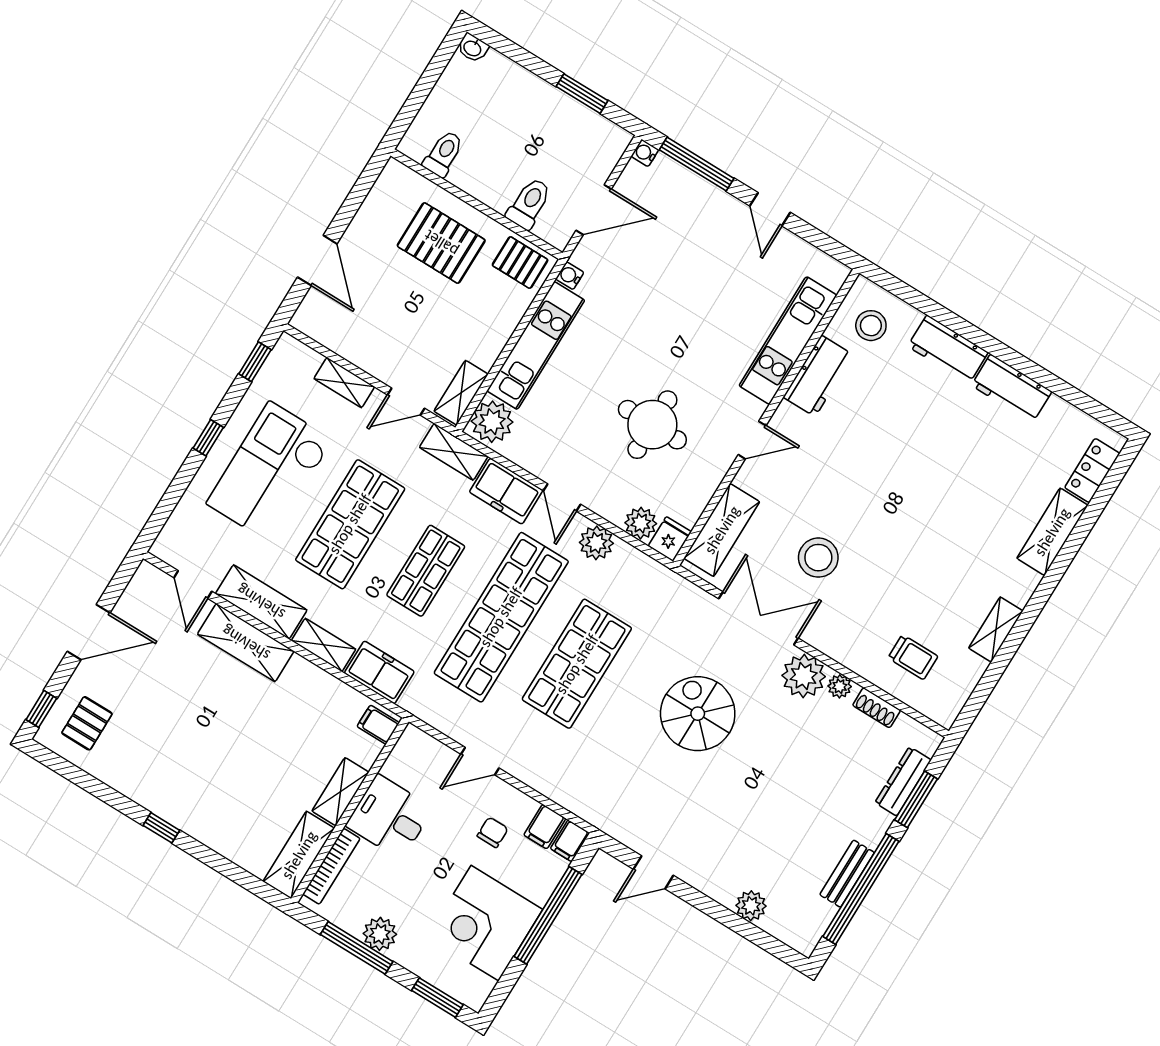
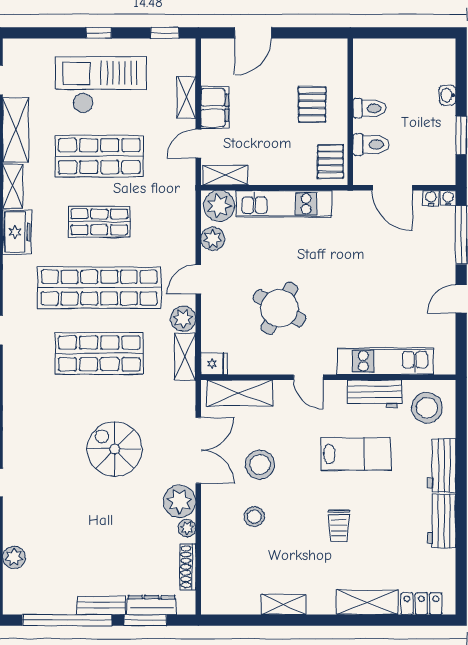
washbasin: (473, 48) -> (447, 95), moved
toilet: (443, 154) -> (369, 108), moved
pallet: (441, 243) -> (312, 104), width x0.67, depth x0.71
water cooler: (570, 276) -> (431, 198), moved
stool: (871, 326) -> (427, 408), width x1.38, depth x1.38
filing cabinet: (376, 357) -> (215, 108), added
door: (406, 402) -> (198, 144), hinge flipped
round table: (652, 425) -> (279, 308), turned 30
lab bench: (874, 440) -> (356, 454), added
shelving: (454, 452) -> (185, 357), moved
freezer: (506, 491) -> (181, 242), removed
plant: (641, 523) -> (213, 239), moved
stool: (874, 601) -> (254, 517), added
trolley: (913, 657) -> (339, 526), moved
shoe rack: (877, 708) -> (188, 567), width x1.43
spiral stairs: (698, 714) -> (115, 449), turned -90
bench: (847, 874) -> (101, 606), moved

